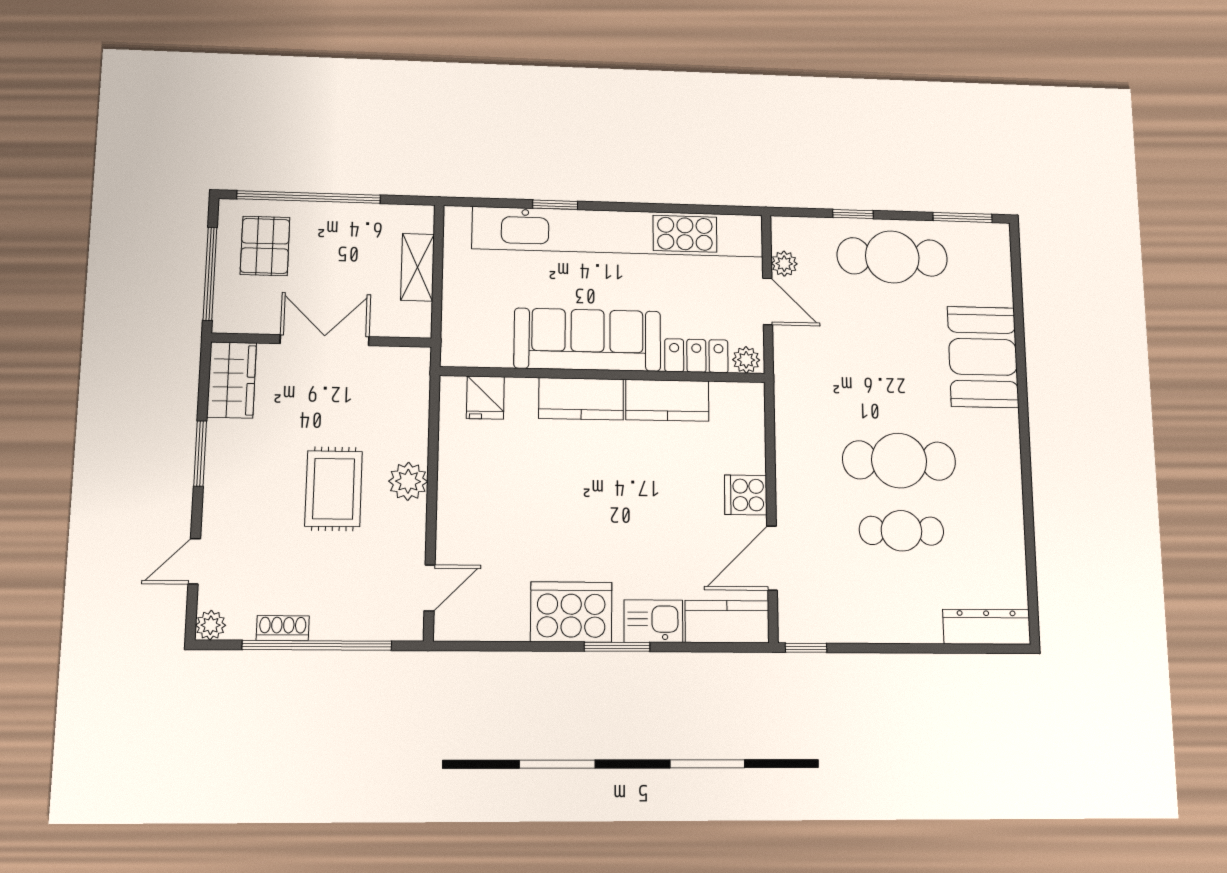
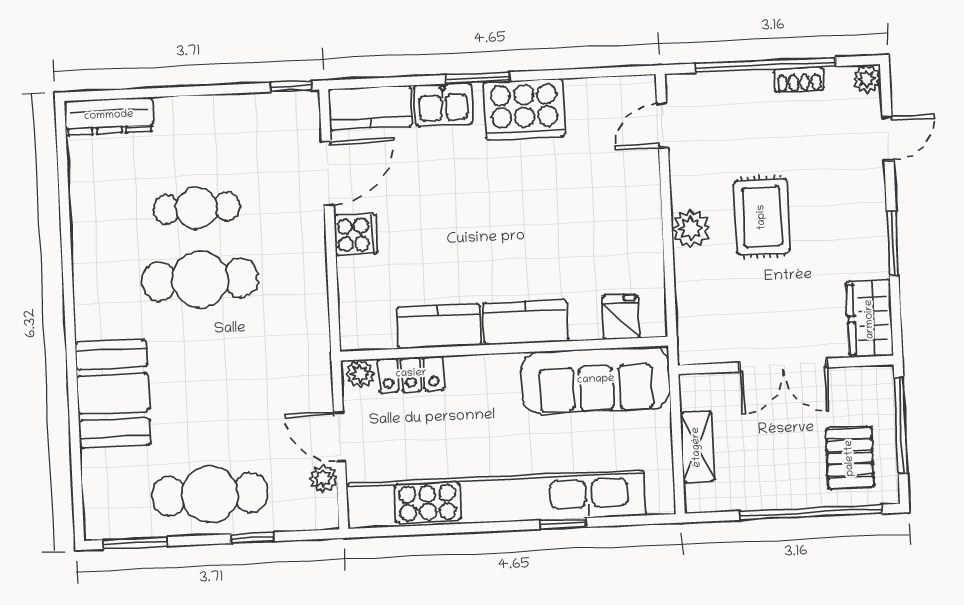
sofa: (588, 340) -> (596, 380), moved

